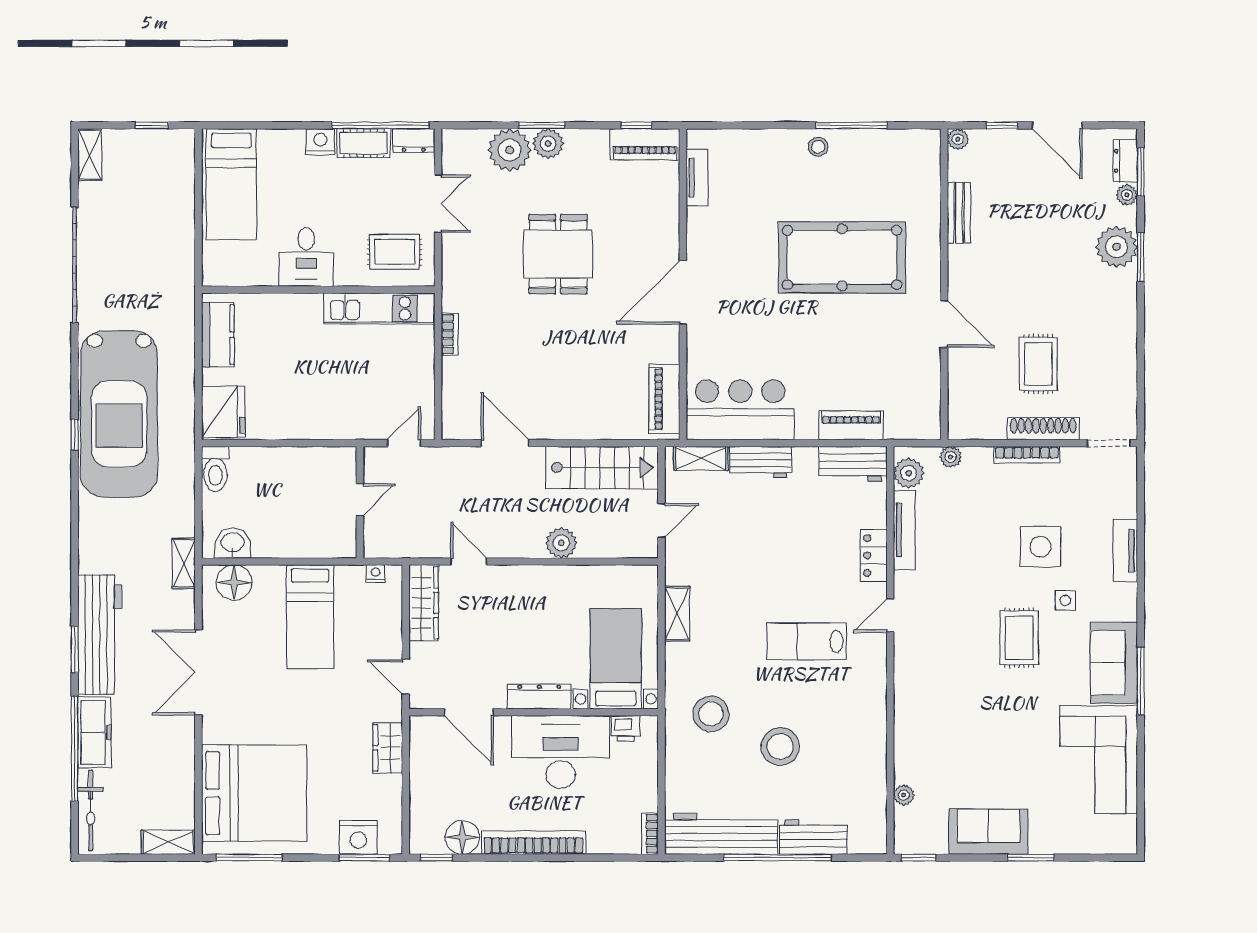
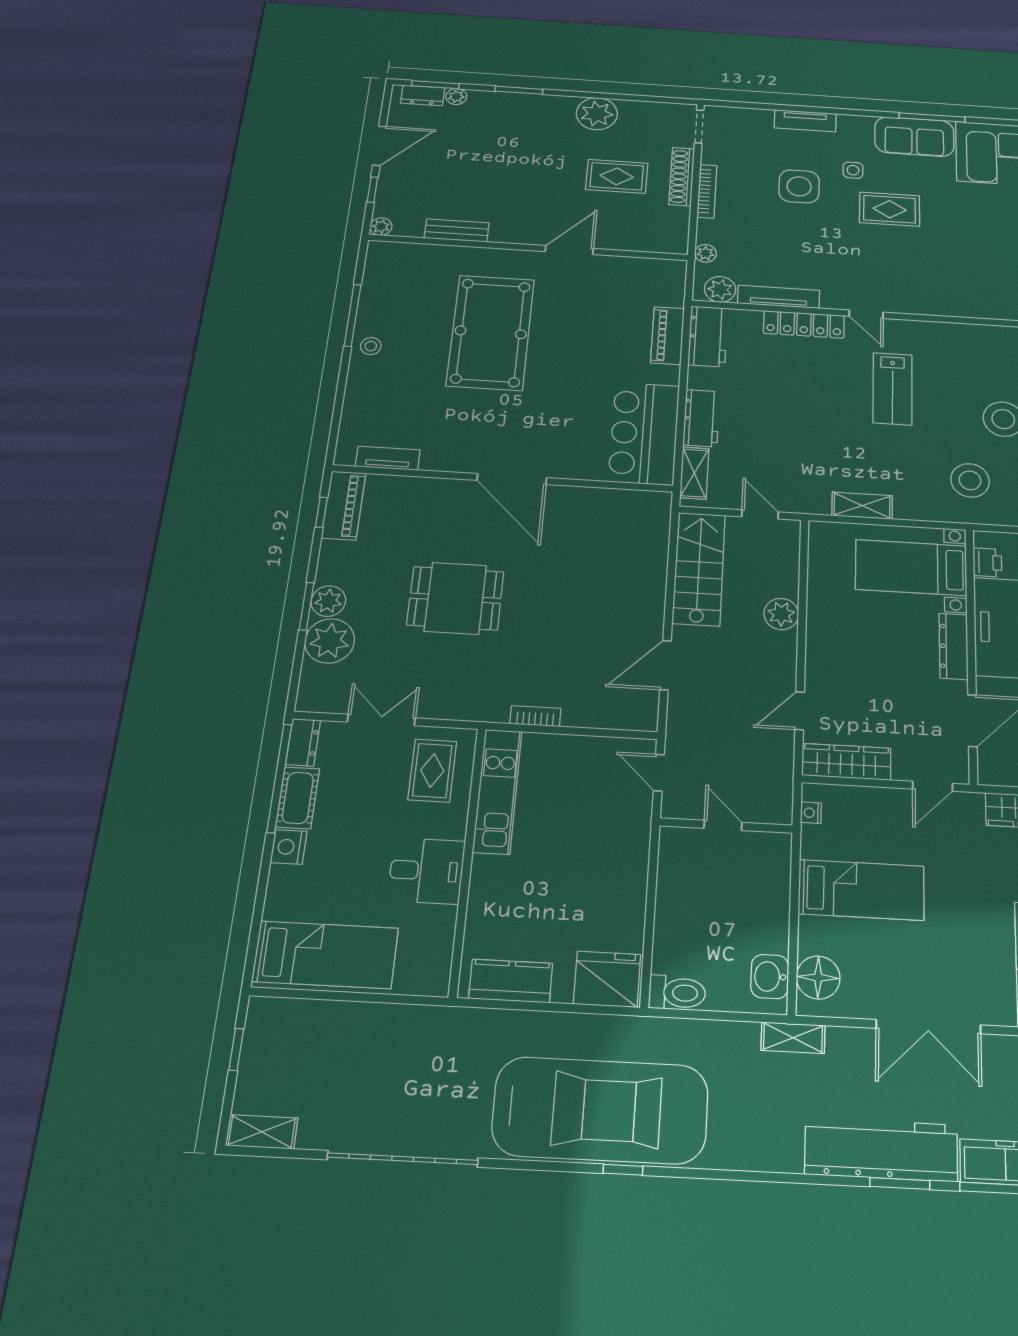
plant: (1117, 247) -> (597, 114), moved
piano: (664, 399) -> (627, 504), removed
locker: (874, 555) -> (804, 324), width x1.53

